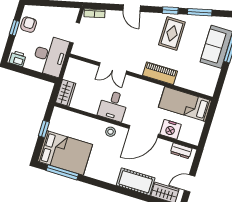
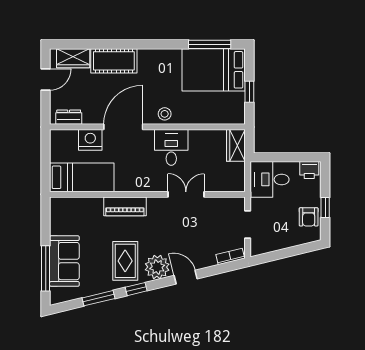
plant: (150, 22) -> (157, 267), added
desk: (50, 56) -> (270, 179), width x0.73

